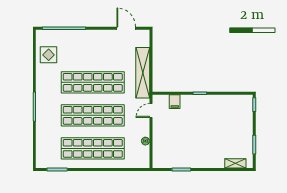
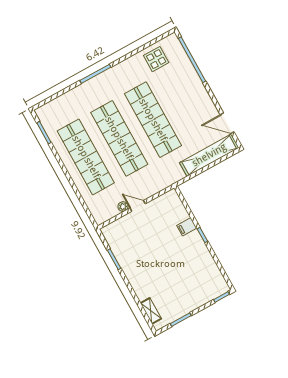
door: (126, 28) -> (227, 123), swing flipped
shelving: (143, 73) -> (209, 155), moved
filing cabinet: (175, 102) -> (187, 227), moved
door: (151, 111) -> (138, 206), moved

